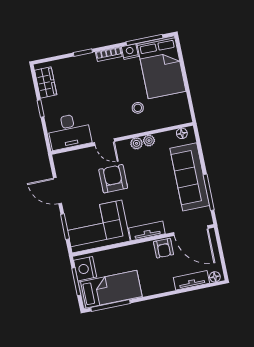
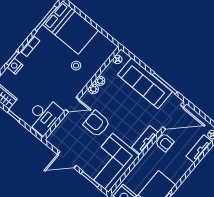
nightstand: (130, 52) -> (15, 66), moved

